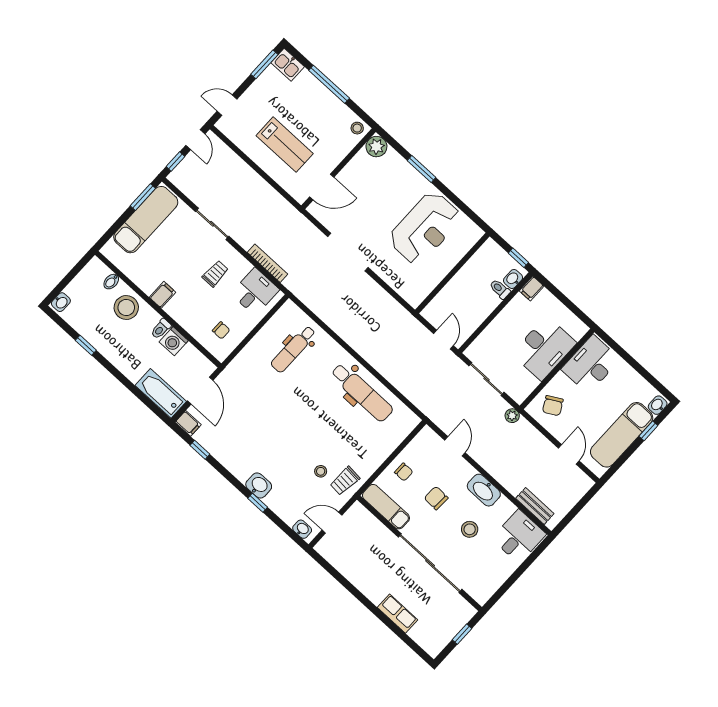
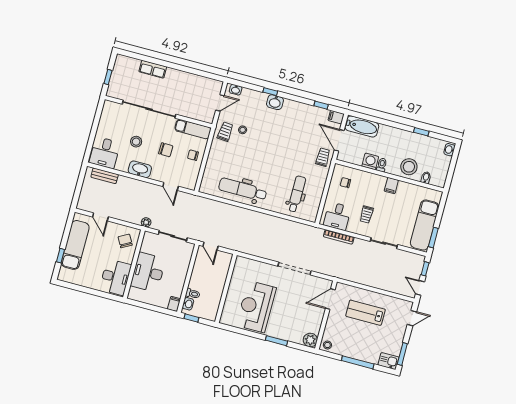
trolley: (233, 380) -> (323, 157), added
washbasin: (658, 405) -> (63, 274), removed

